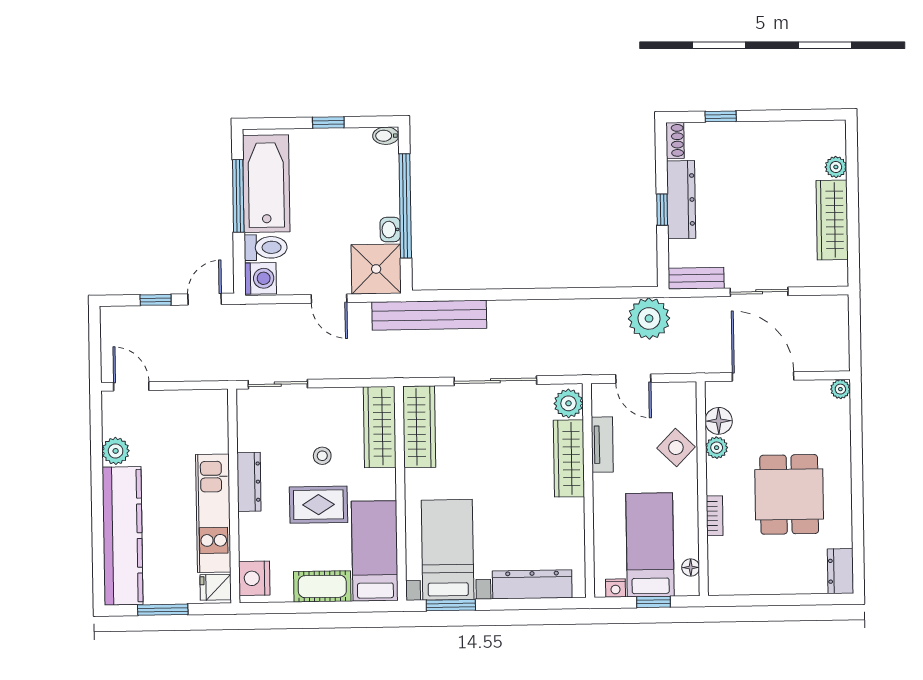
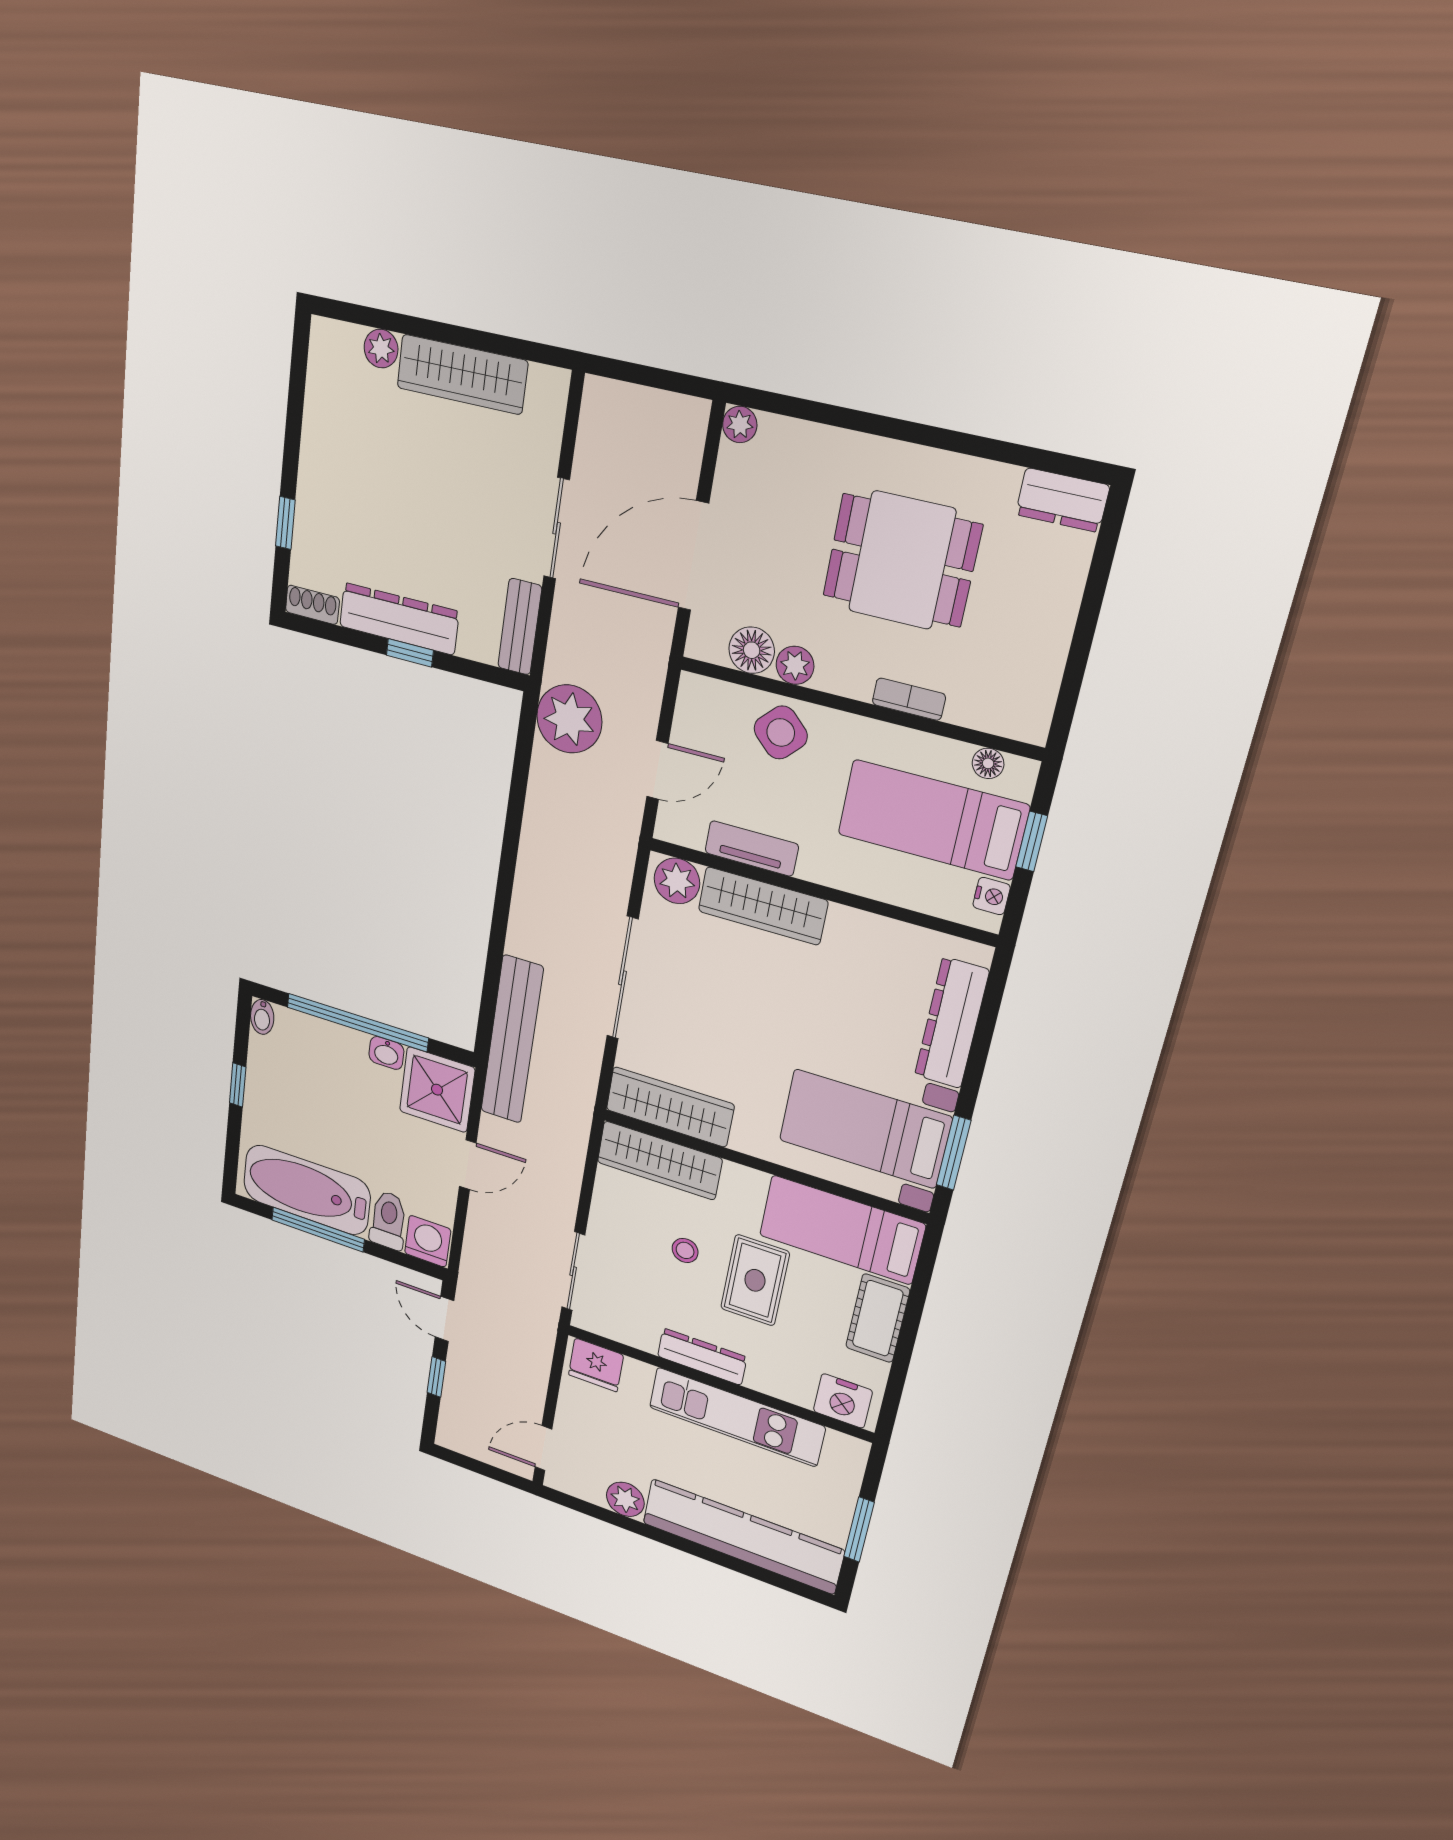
fridge: (216, 587) -> (596, 1365), moved, width x1.38

